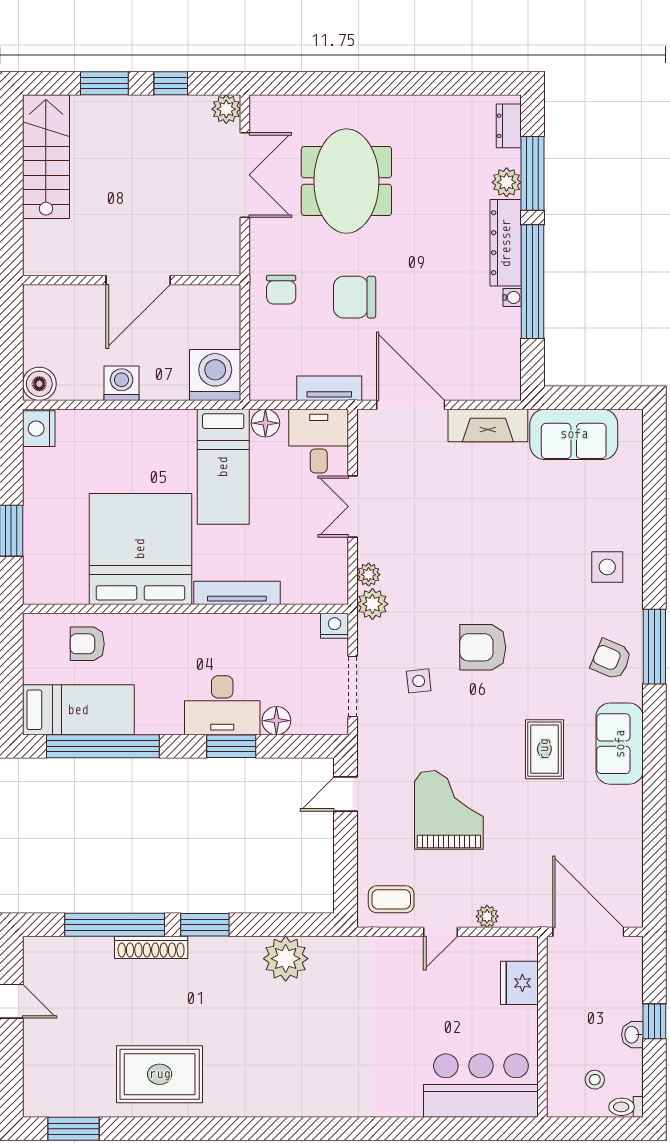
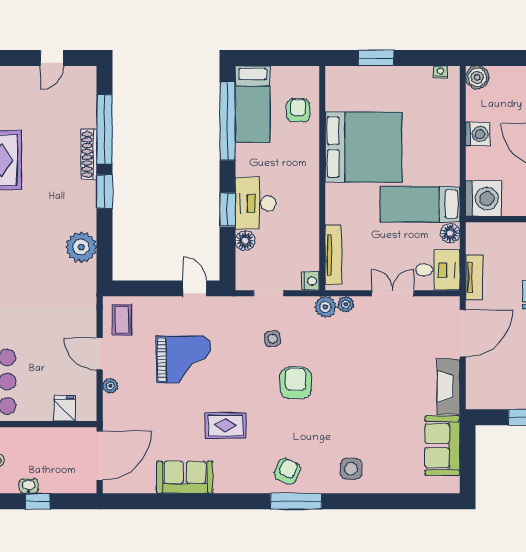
nightstand: (39, 429) -> (441, 72), width x0.53, depth x0.56
tv unit: (237, 593) -> (333, 255), moved
doorway: (353, 687) -> (269, 293), width x0.73
sofa: (620, 744) -> (185, 477), moved
door: (441, 932) -> (100, 354), width x1.38
fridge: (519, 983) -> (64, 408), width x0.72

